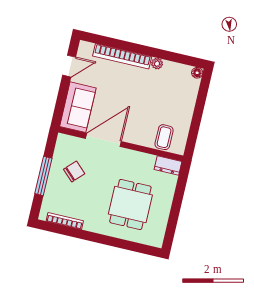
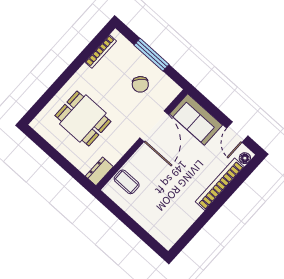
plant: (157, 64) -> (196, 212), removed
floor lamp: (197, 73) -> (245, 158), moved

